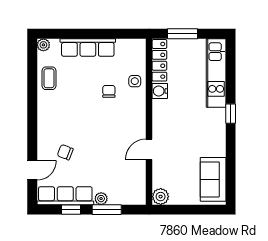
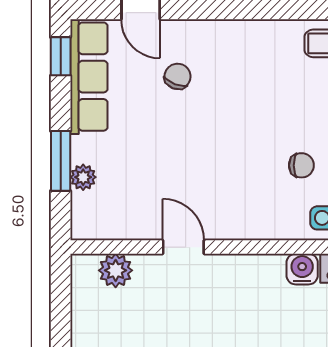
plant: (161, 197) -> (116, 270), moved
plant: (101, 199) -> (83, 177), moved
window: (71, 210) -> (61, 56), moved

